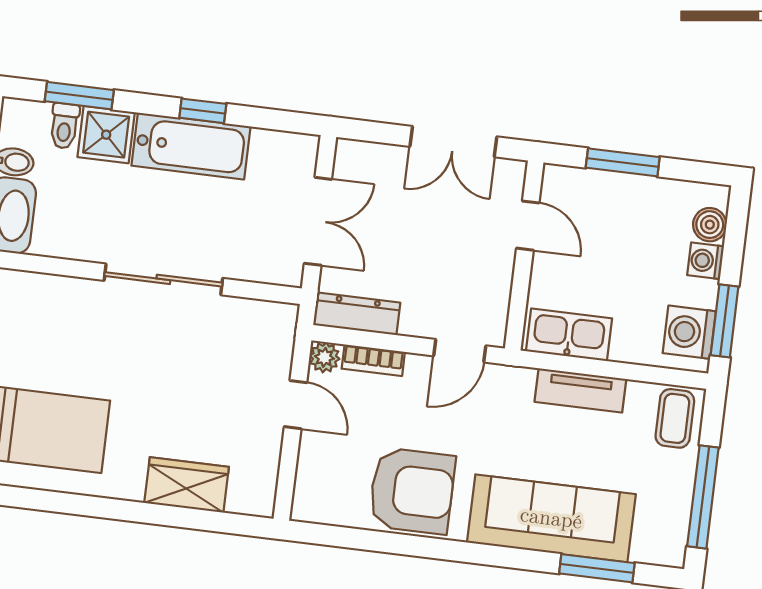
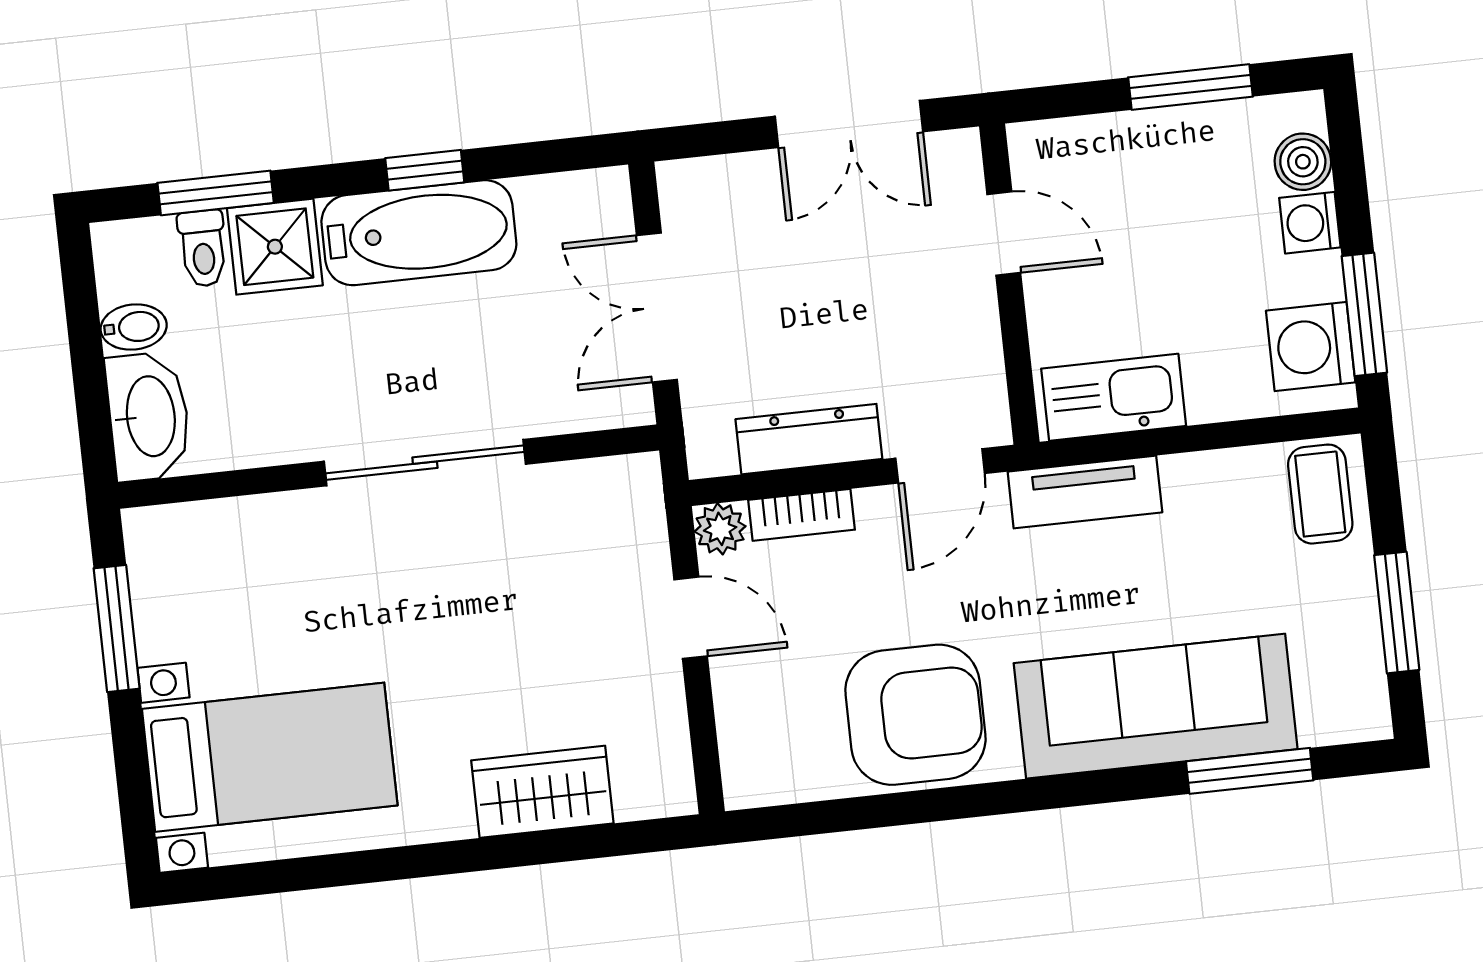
window: (623, 162) -> (1190, 87), moved
double door: (318, 221) -> (657, 307), swing flipped
dresser: (357, 314) -> (809, 439), moved
tv unit: (580, 390) -> (1085, 492), moved
window: (703, 497) -> (1397, 613), width x0.69

